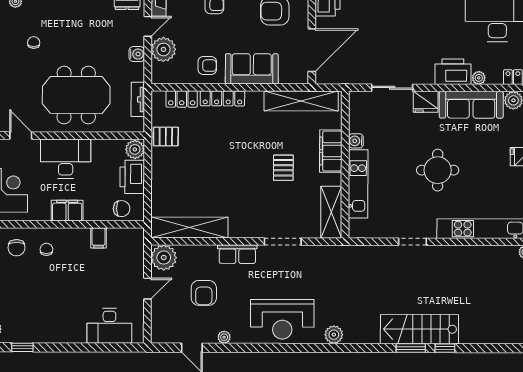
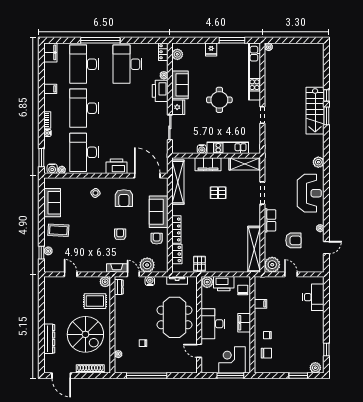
sofa: (471, 105) -> (180, 85), width x0.73
door: (21, 136) -> (199, 351), hinge flipped

